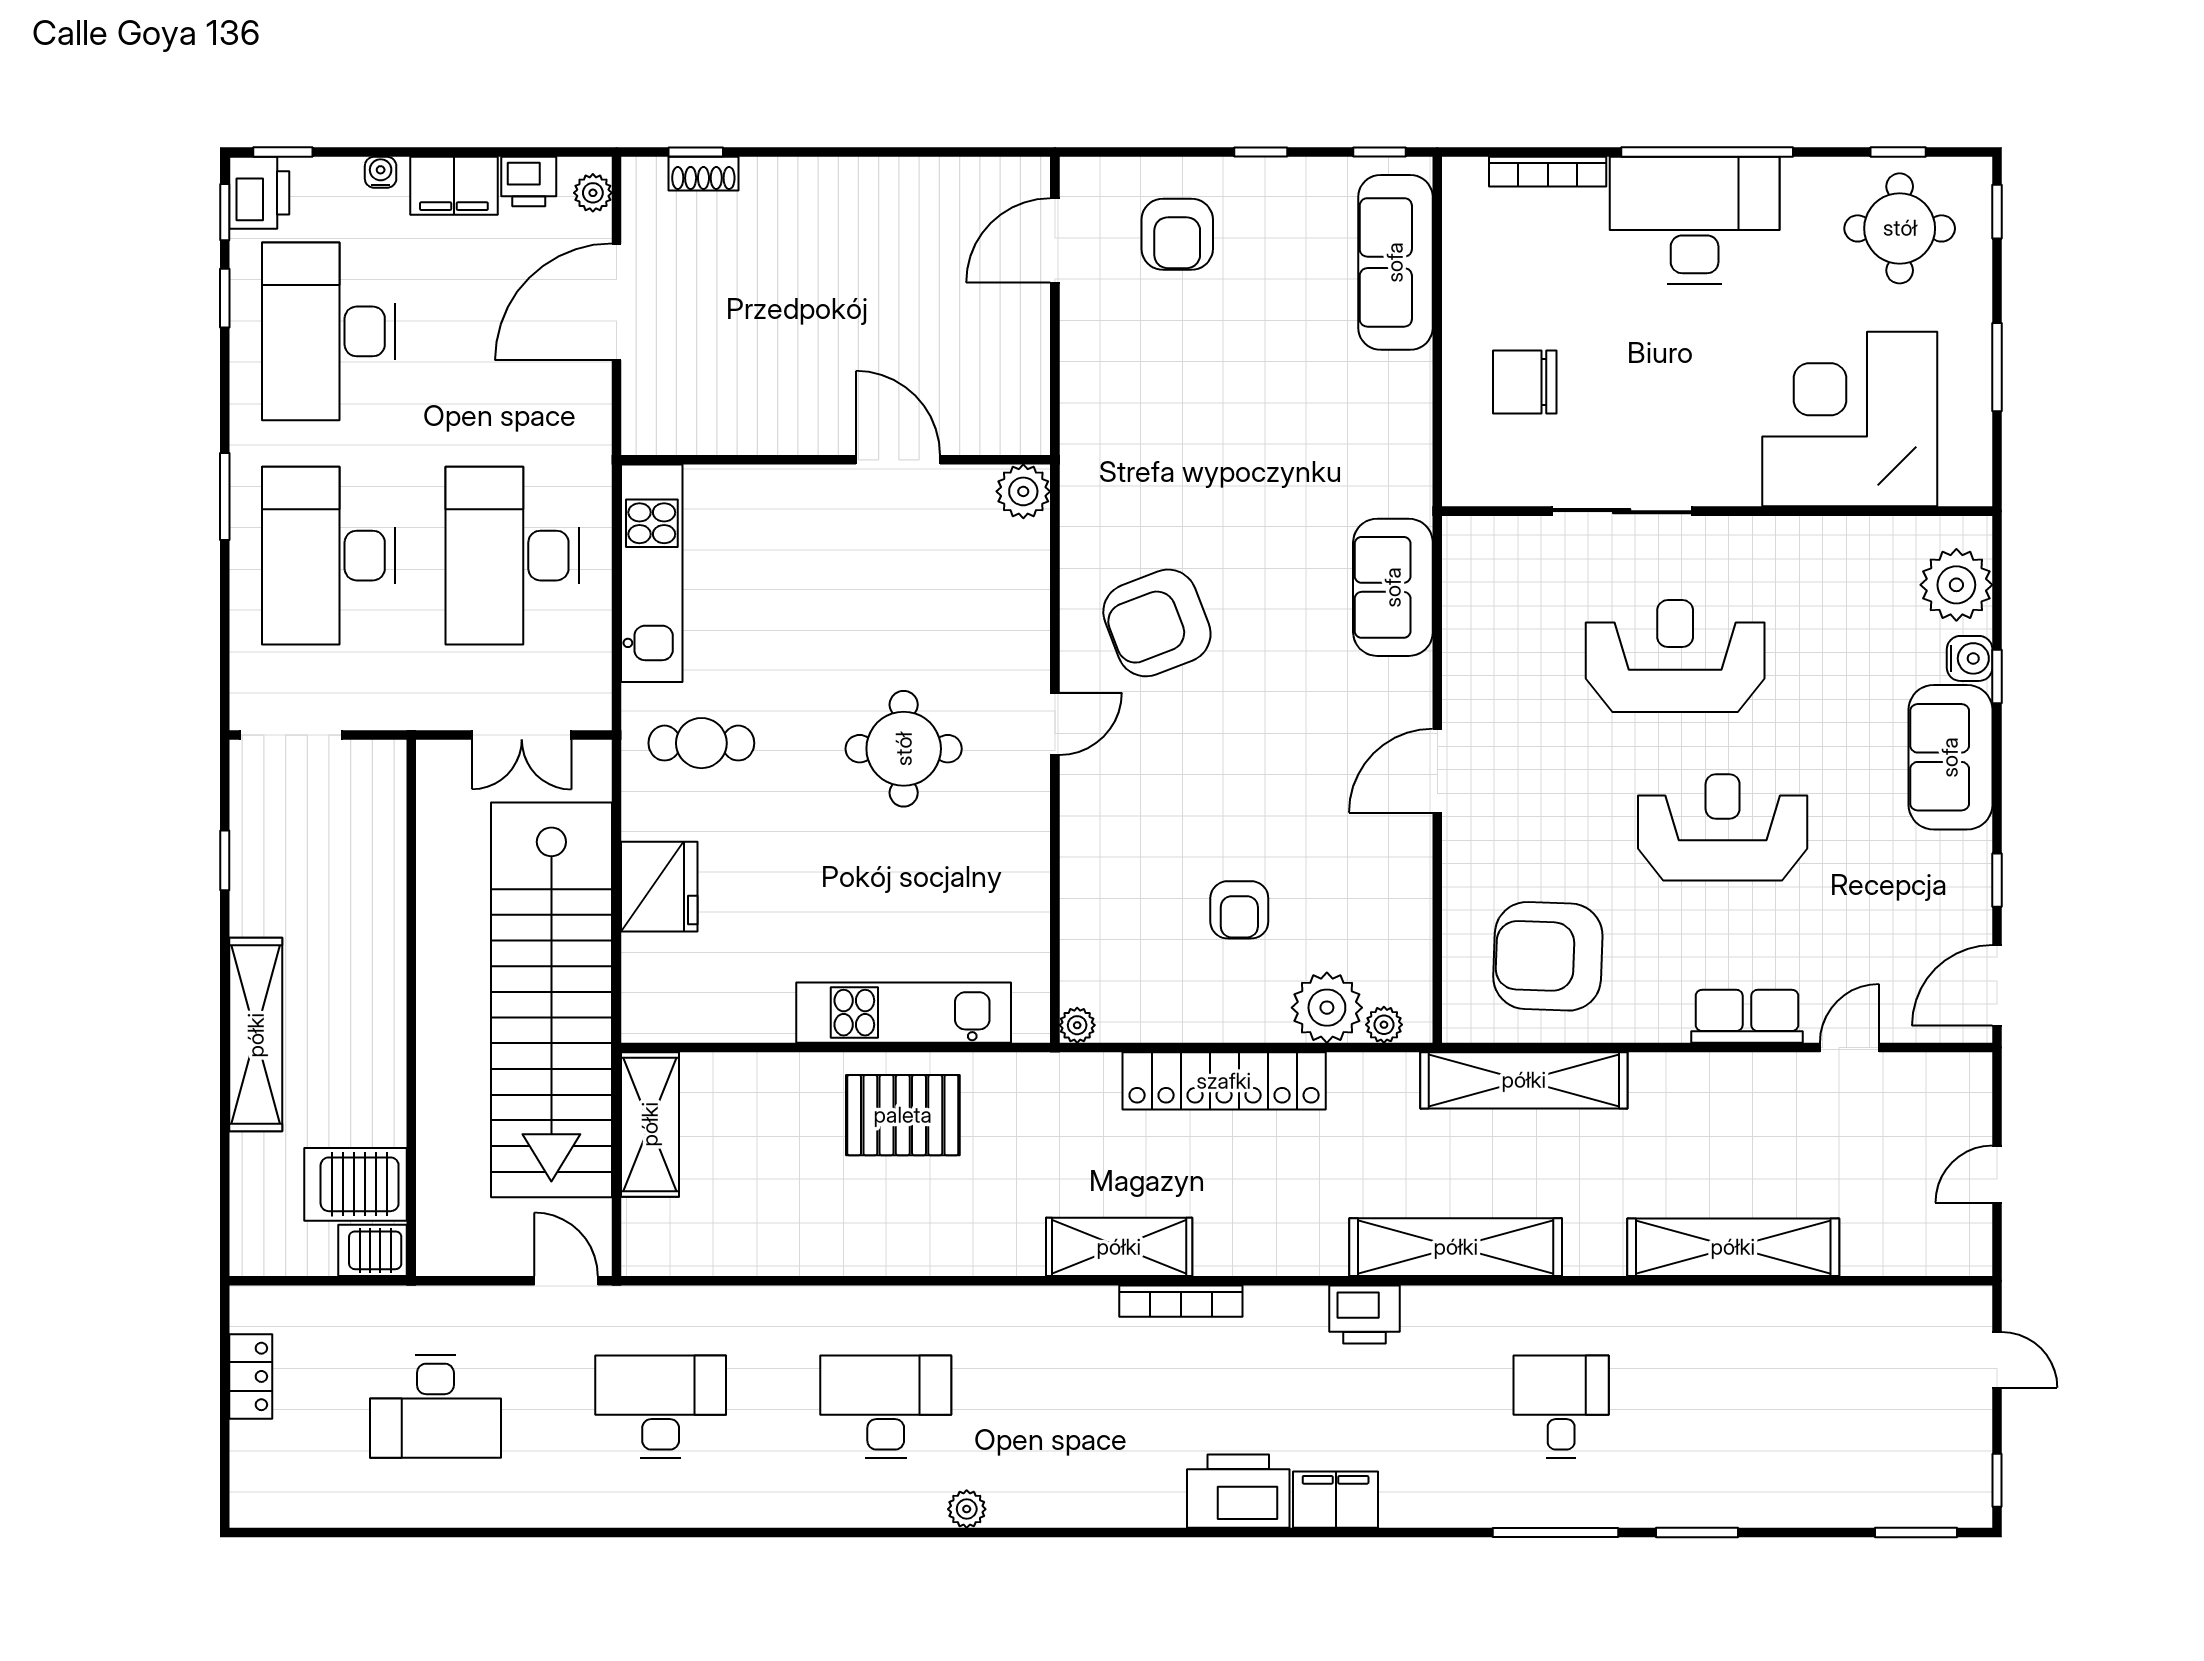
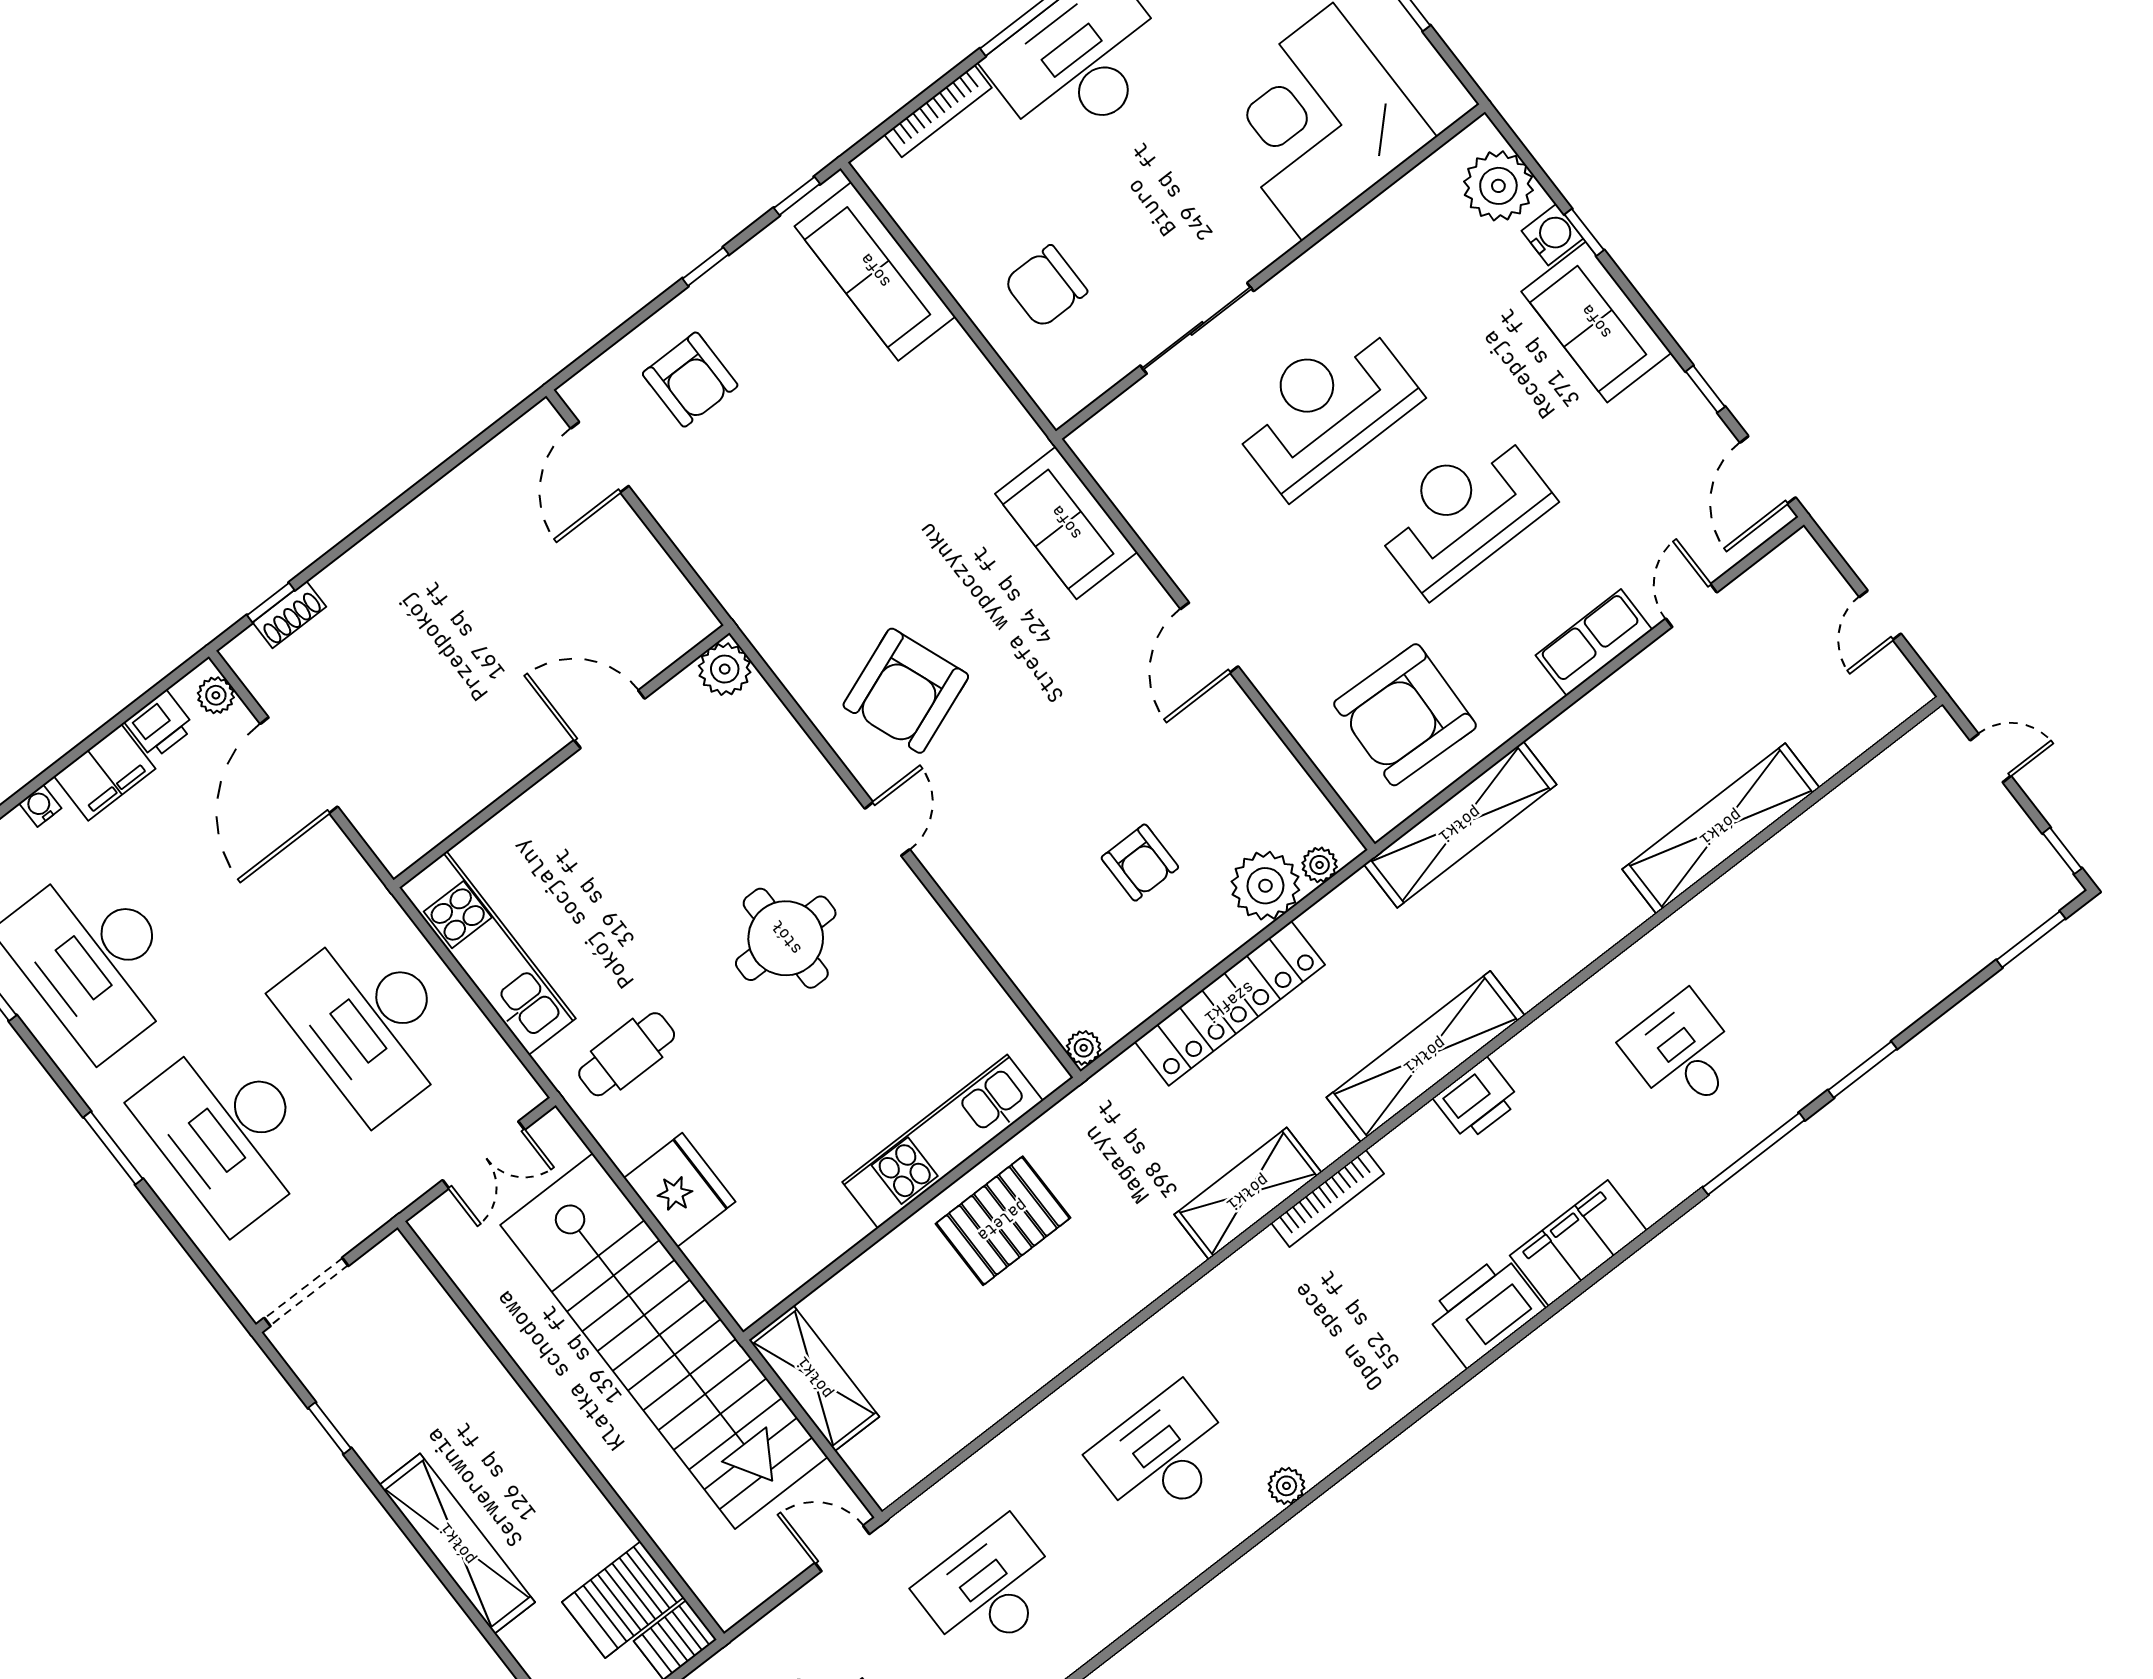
shelving: (1456, 1247) -> (1425, 1056), moved
filing cabinet: (1336, 1500) -> (1578, 1243), width x1.50, depth x1.17

